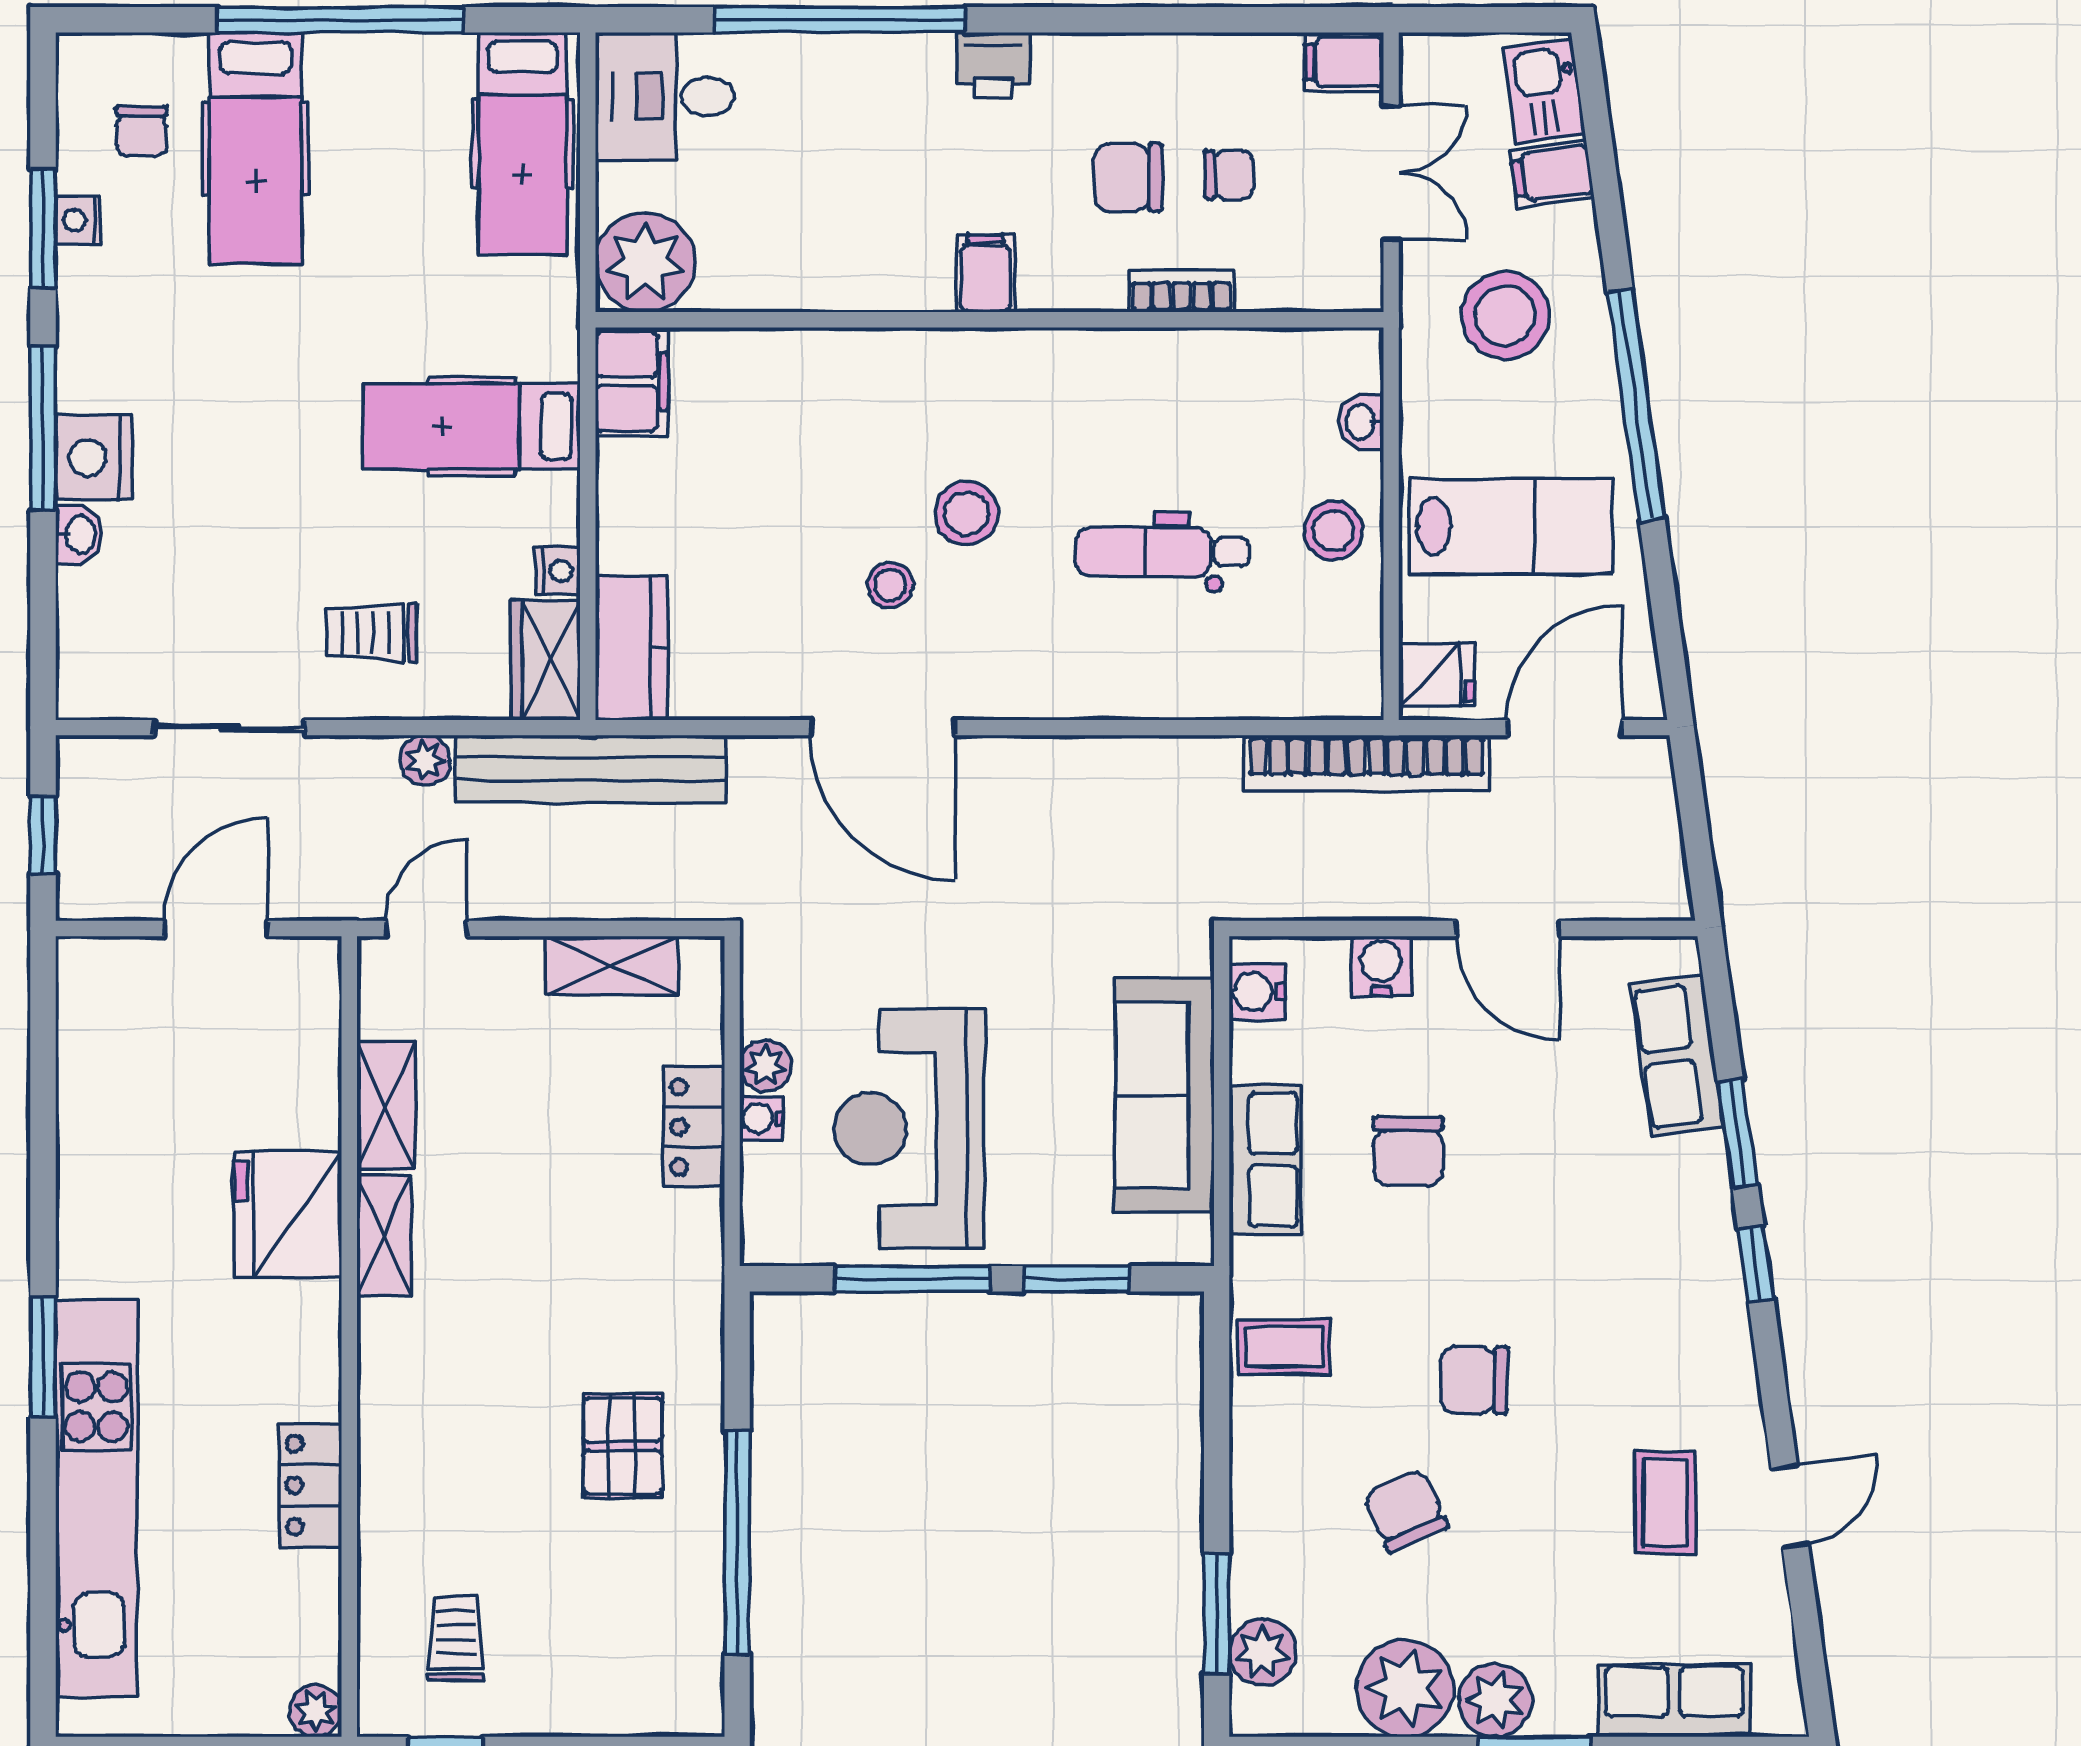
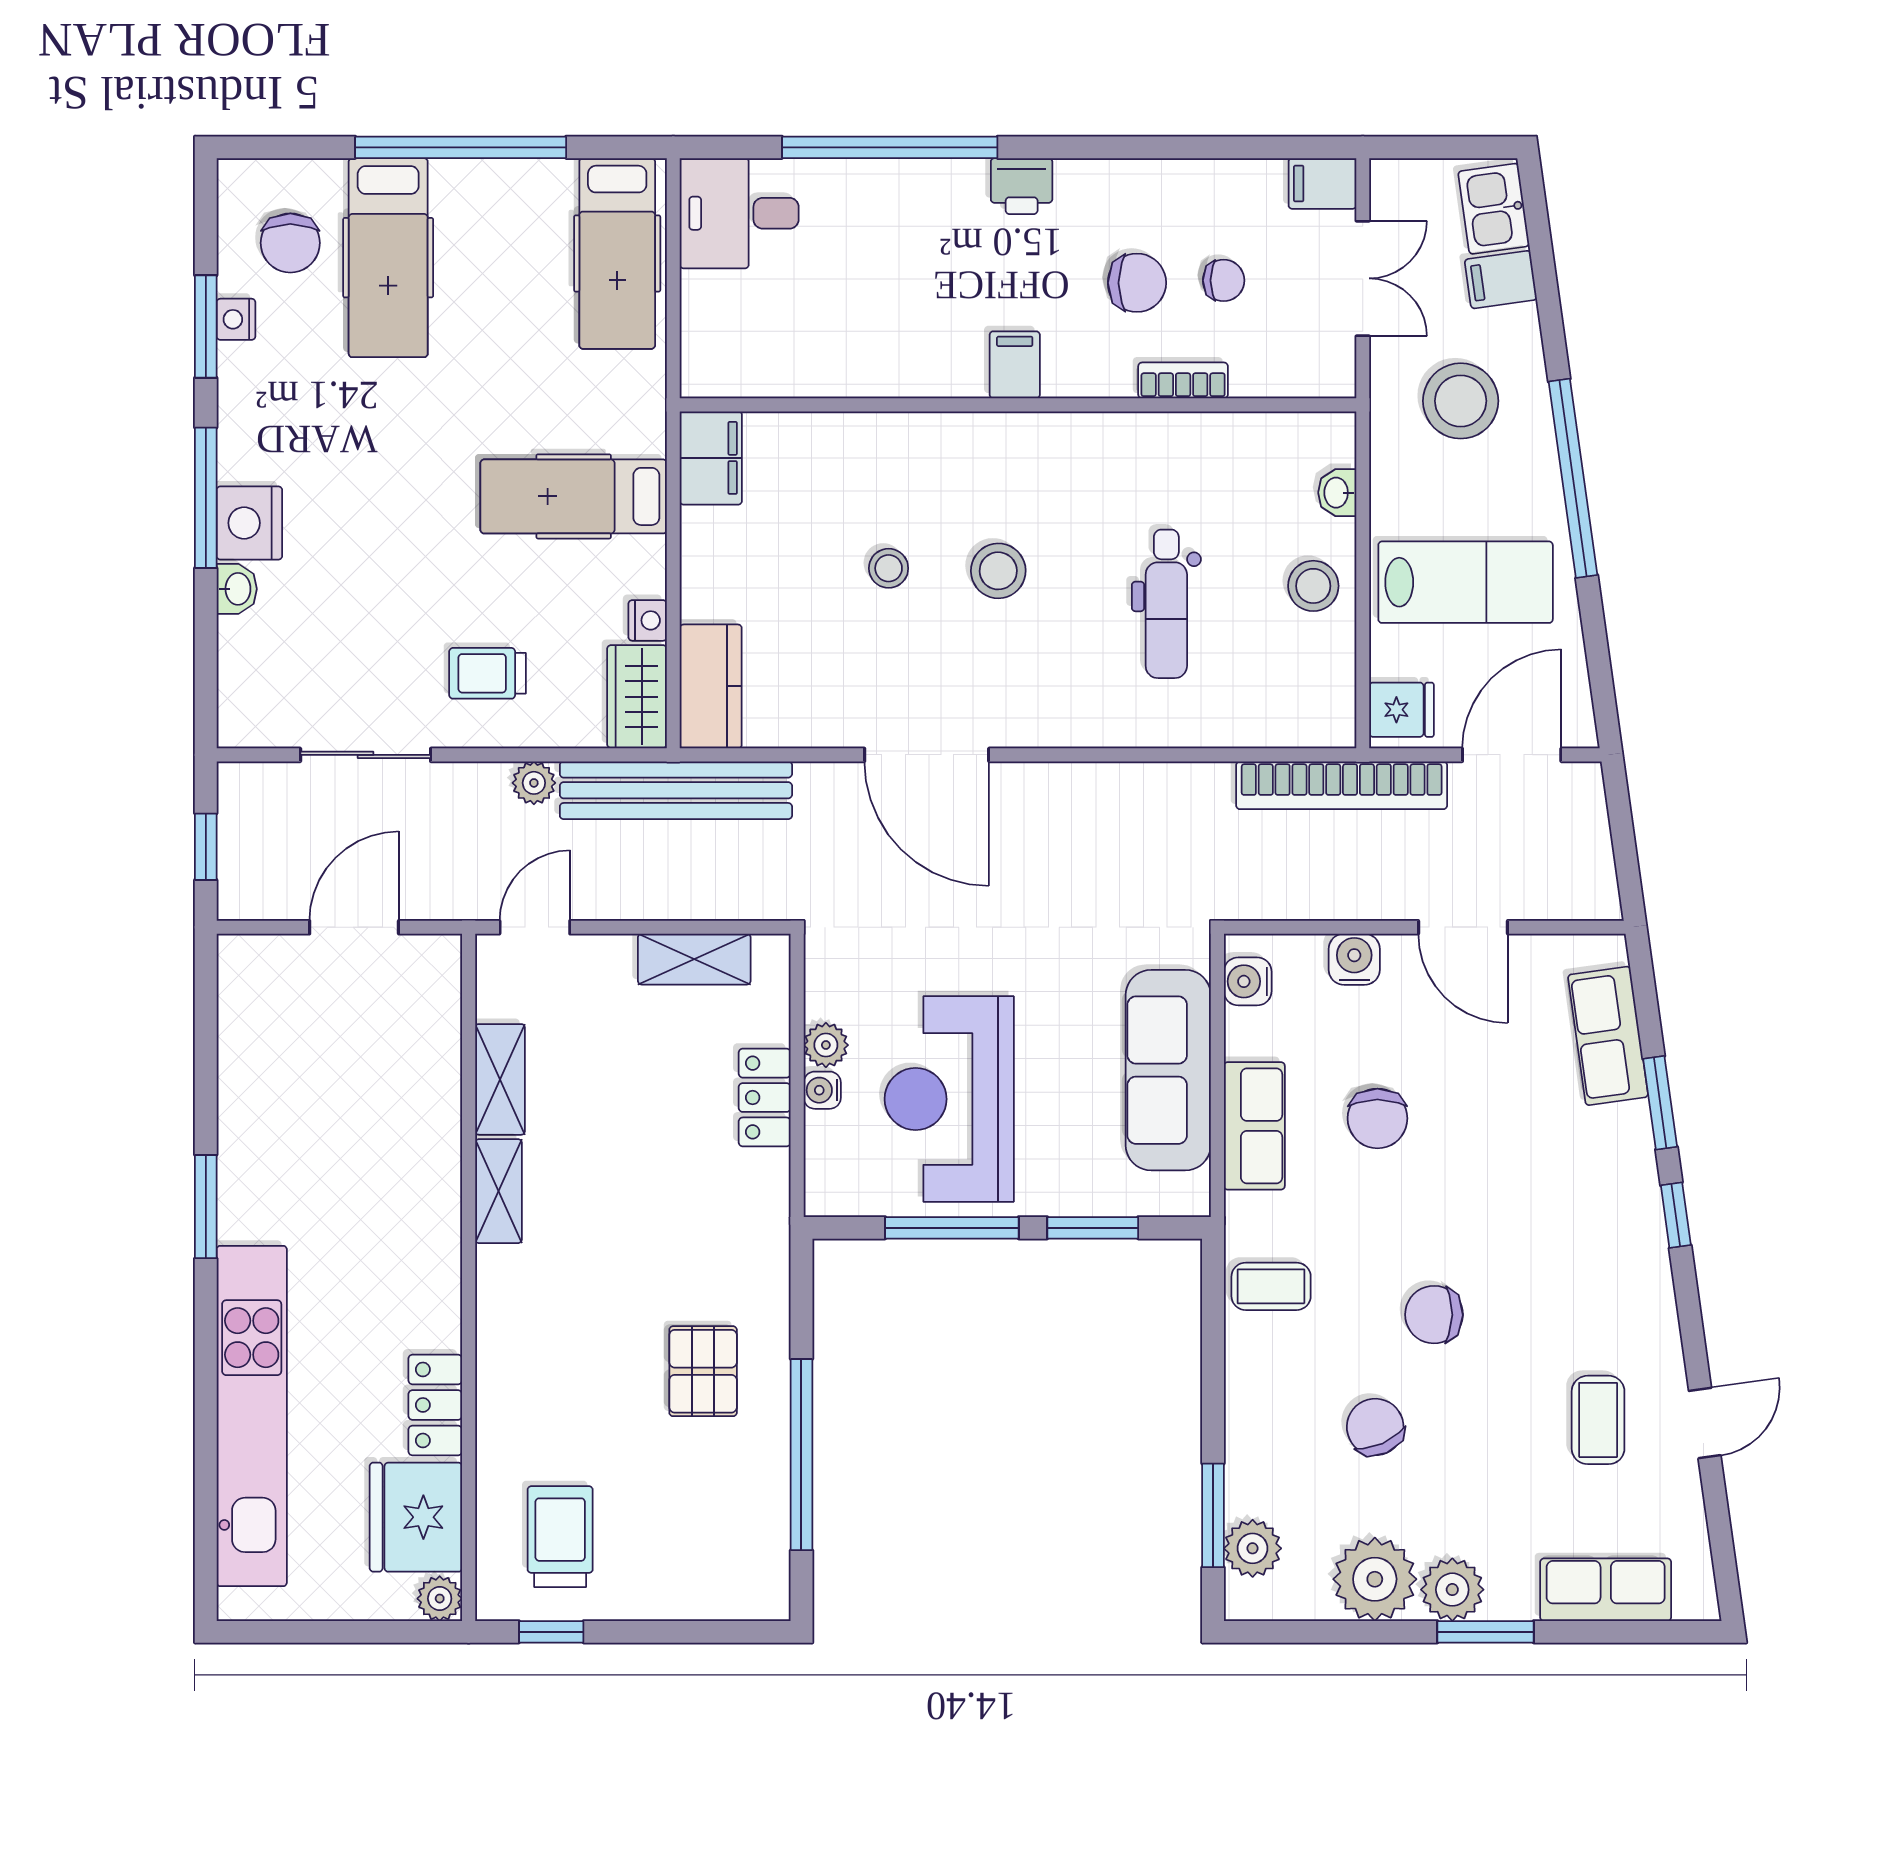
chair: (141, 131) -> (290, 243), width x1.37, depth x1.37
chair: (1128, 178) -> (1137, 283), turned 180
plant: (645, 262) -> (723, 356), removed
dental chair: (1162, 552) -> (1166, 604), turned -90
stool: (890, 585) -> (889, 568), moved
fridge: (288, 1214) -> (416, 1517), moved
window: (43, 1357) -> (206, 1207), moved
trolley: (456, 1639) -> (560, 1537), width x1.36, depth x1.39

